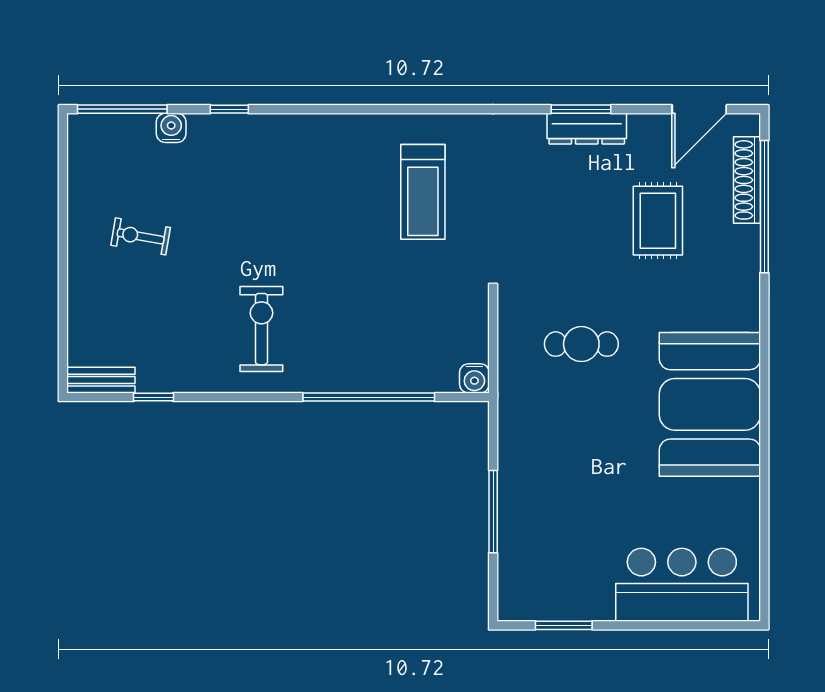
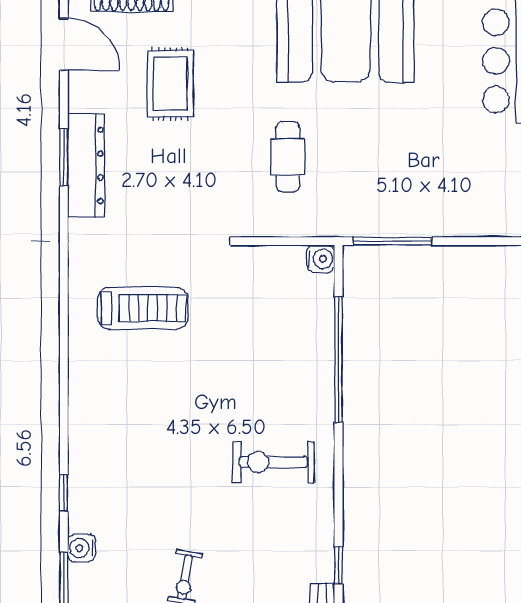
dresser: (587, 129) -> (86, 166), width x1.37, depth x1.24
rug: (658, 221) -> (170, 84), turned 90
window: (493, 512) -> (392, 241), moved

